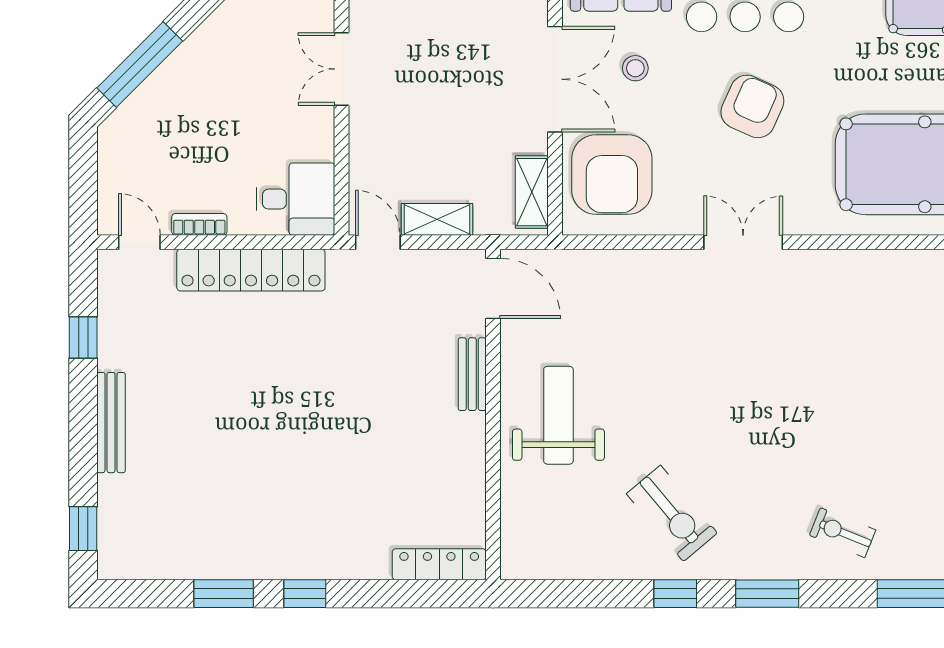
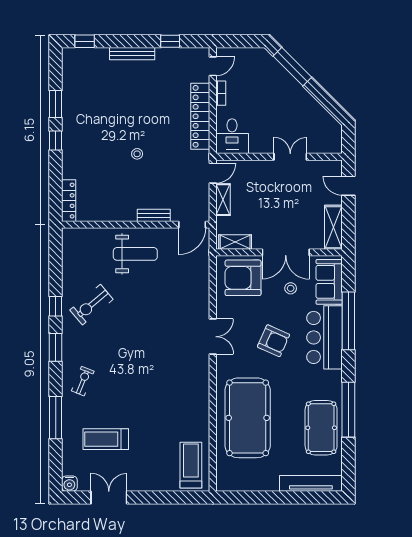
stool: (335, 411) -> (137, 154), added

